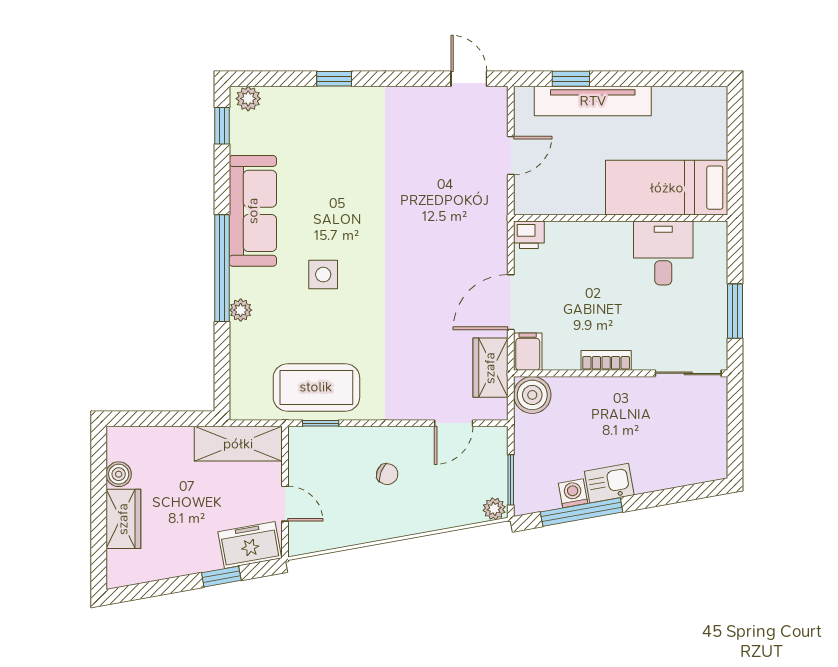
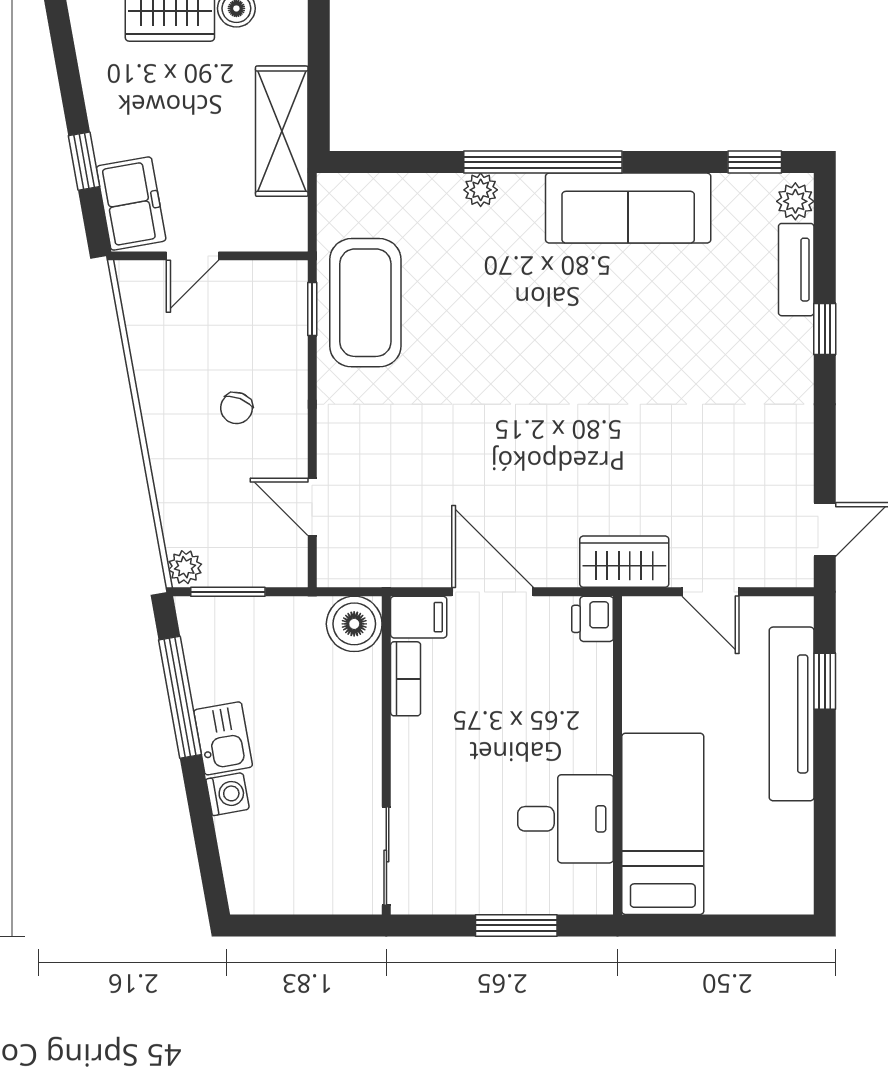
tv unit: (294, 98) -> (796, 270), added
side table: (323, 275) -> (533, 313), removed
window: (735, 311) -> (516, 925), moved
bookcase: (606, 360) -> (406, 679), moved
wardrobe: (490, 368) -> (624, 562), moved
shelving: (238, 444) -> (282, 131), moved
washing machine: (573, 493) -> (228, 794), moved

